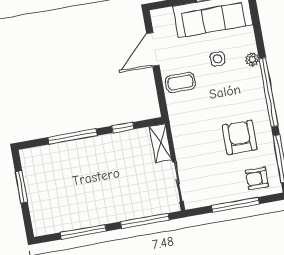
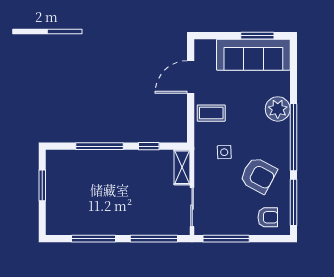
side table: (217, 59) -> (224, 152), moved
plant: (252, 59) -> (278, 109), width x1.88, depth x1.88
armchair: (240, 137) -> (258, 175), turned 118
armchair: (257, 178) -> (268, 217), turned 180
window: (235, 205) -> (226, 239), moved

